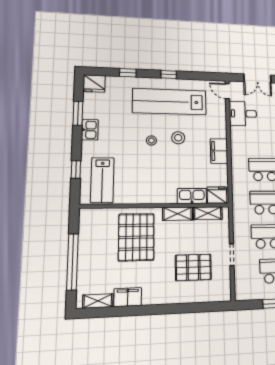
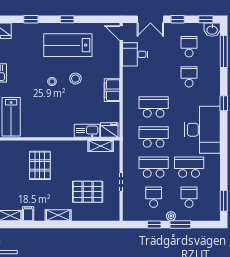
lab bench: (170, 102) -> (68, 45), width x0.73
shelving: (178, 214) -> (58, 215), moved
pallet: (136, 237) -> (40, 165), width x0.73, depth x0.71
filing cabinet: (128, 297) -> (28, 214), width x0.50

